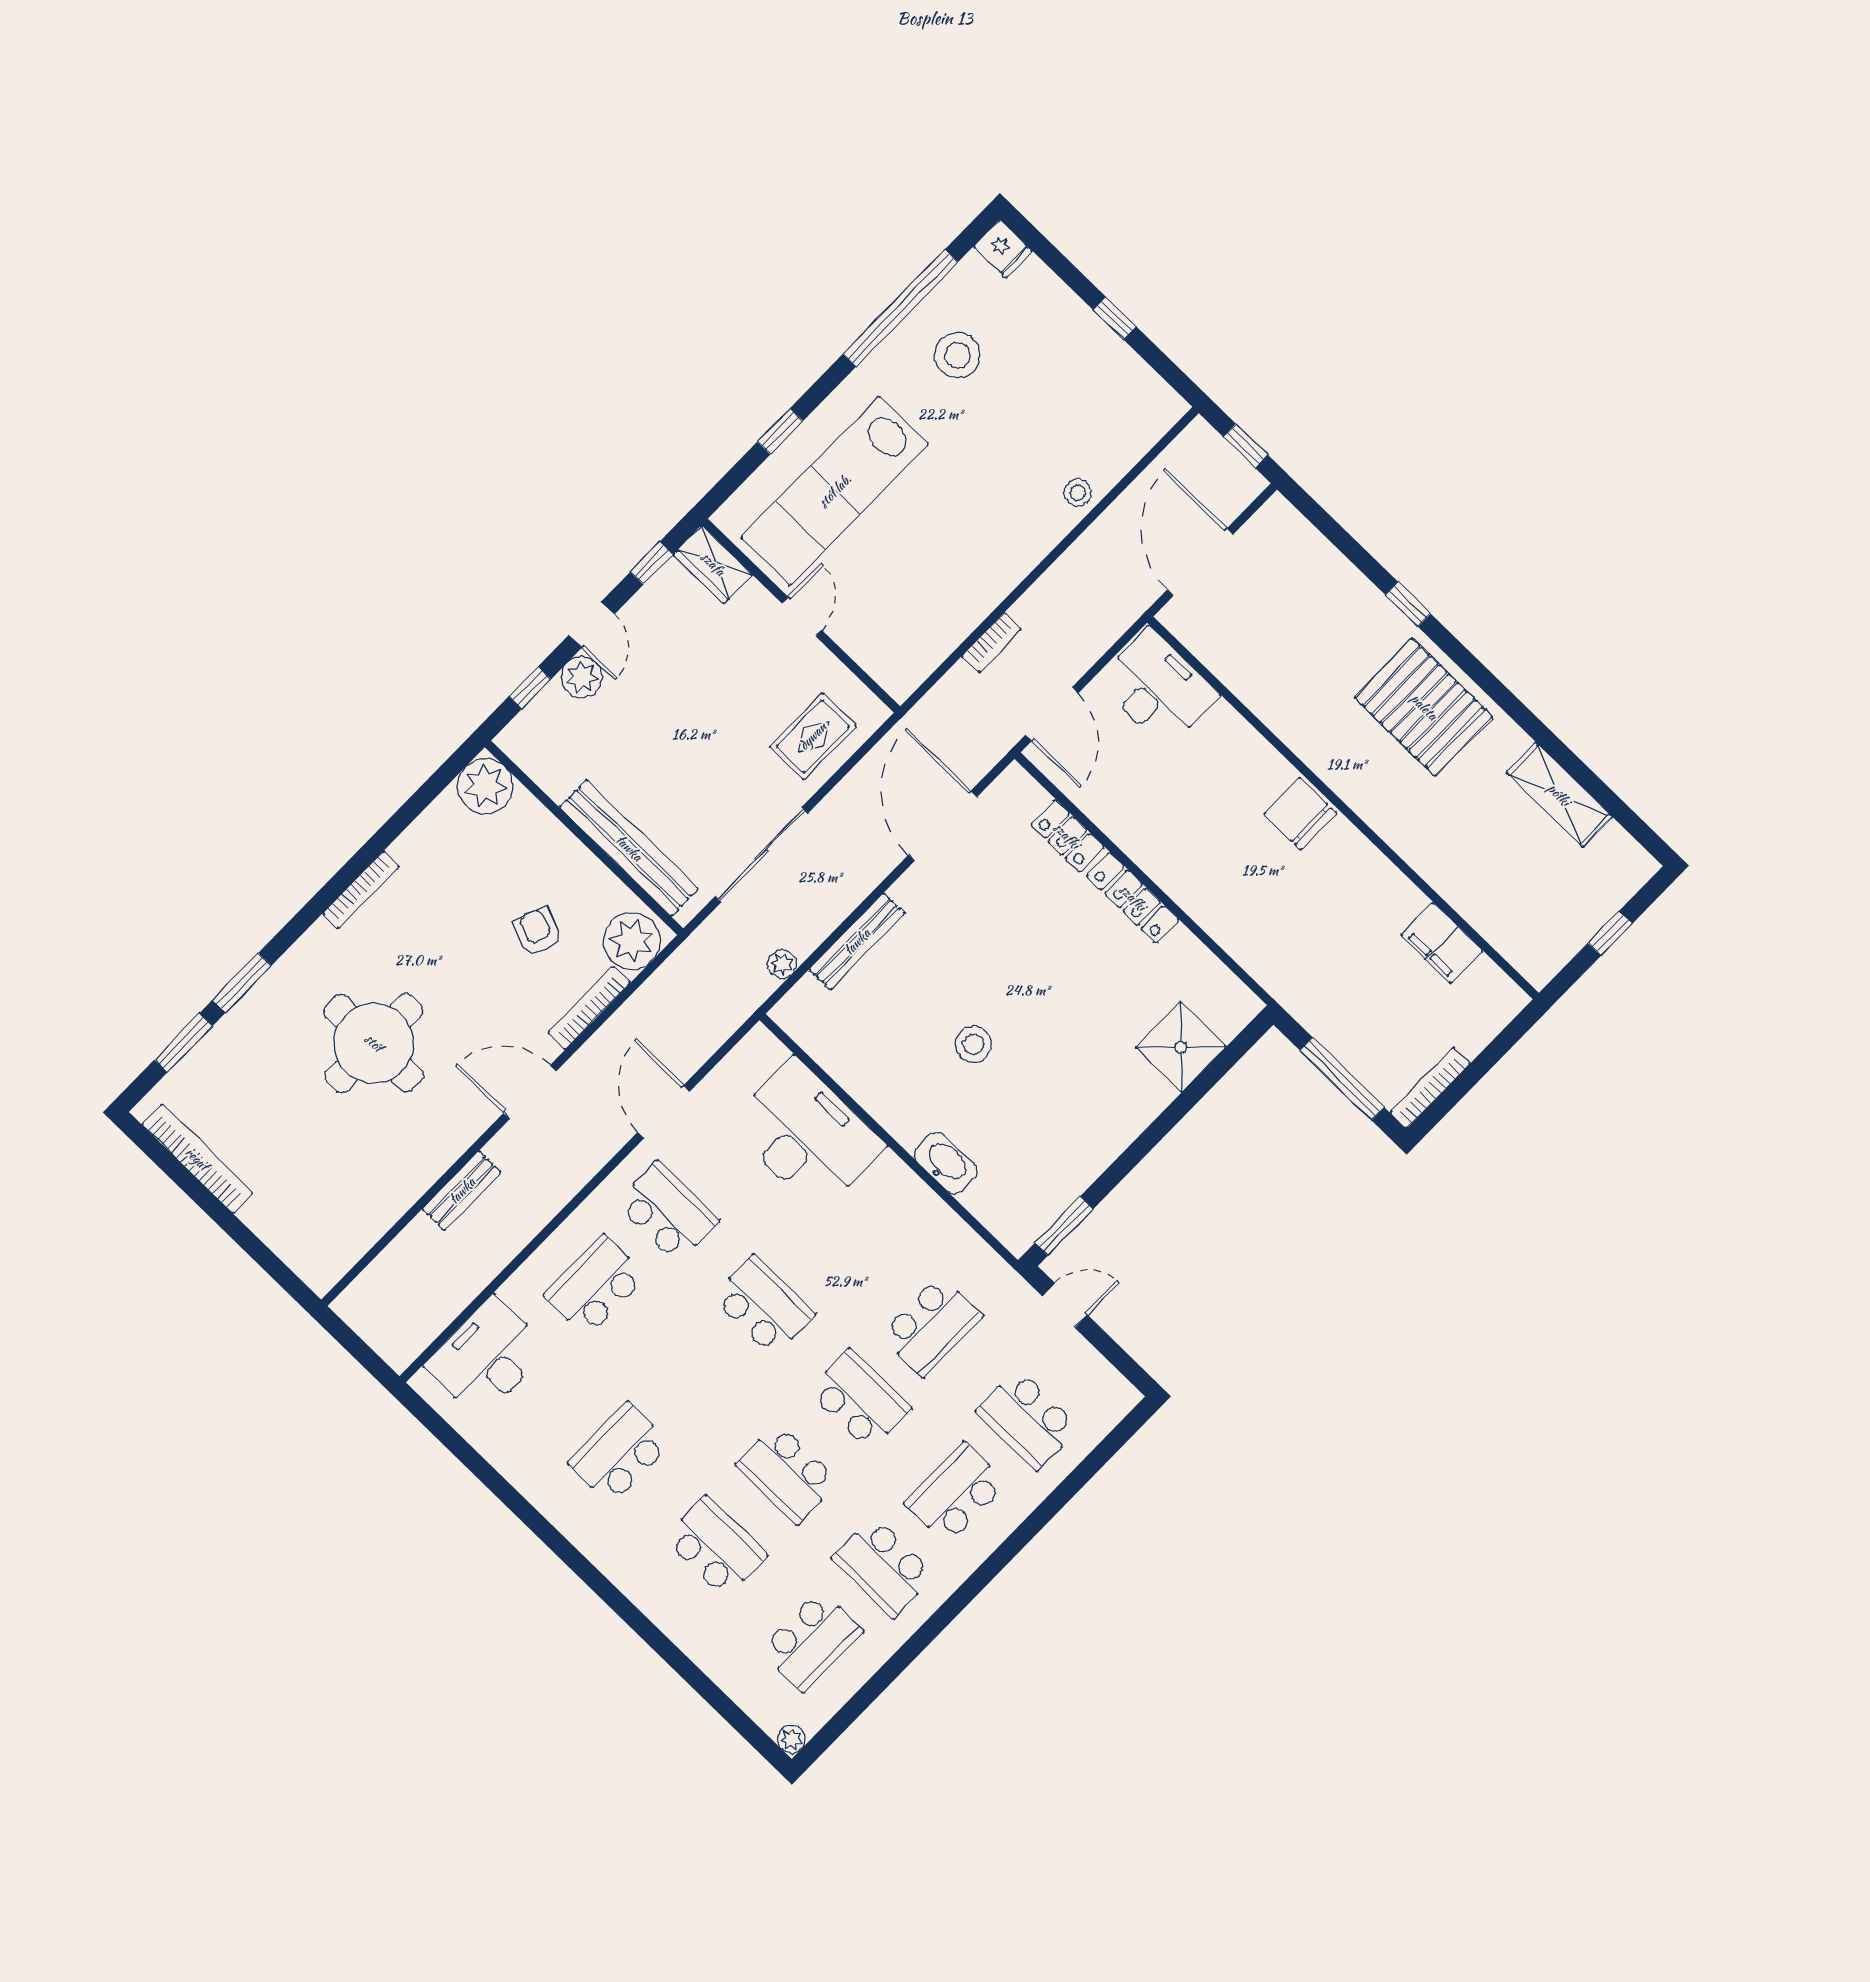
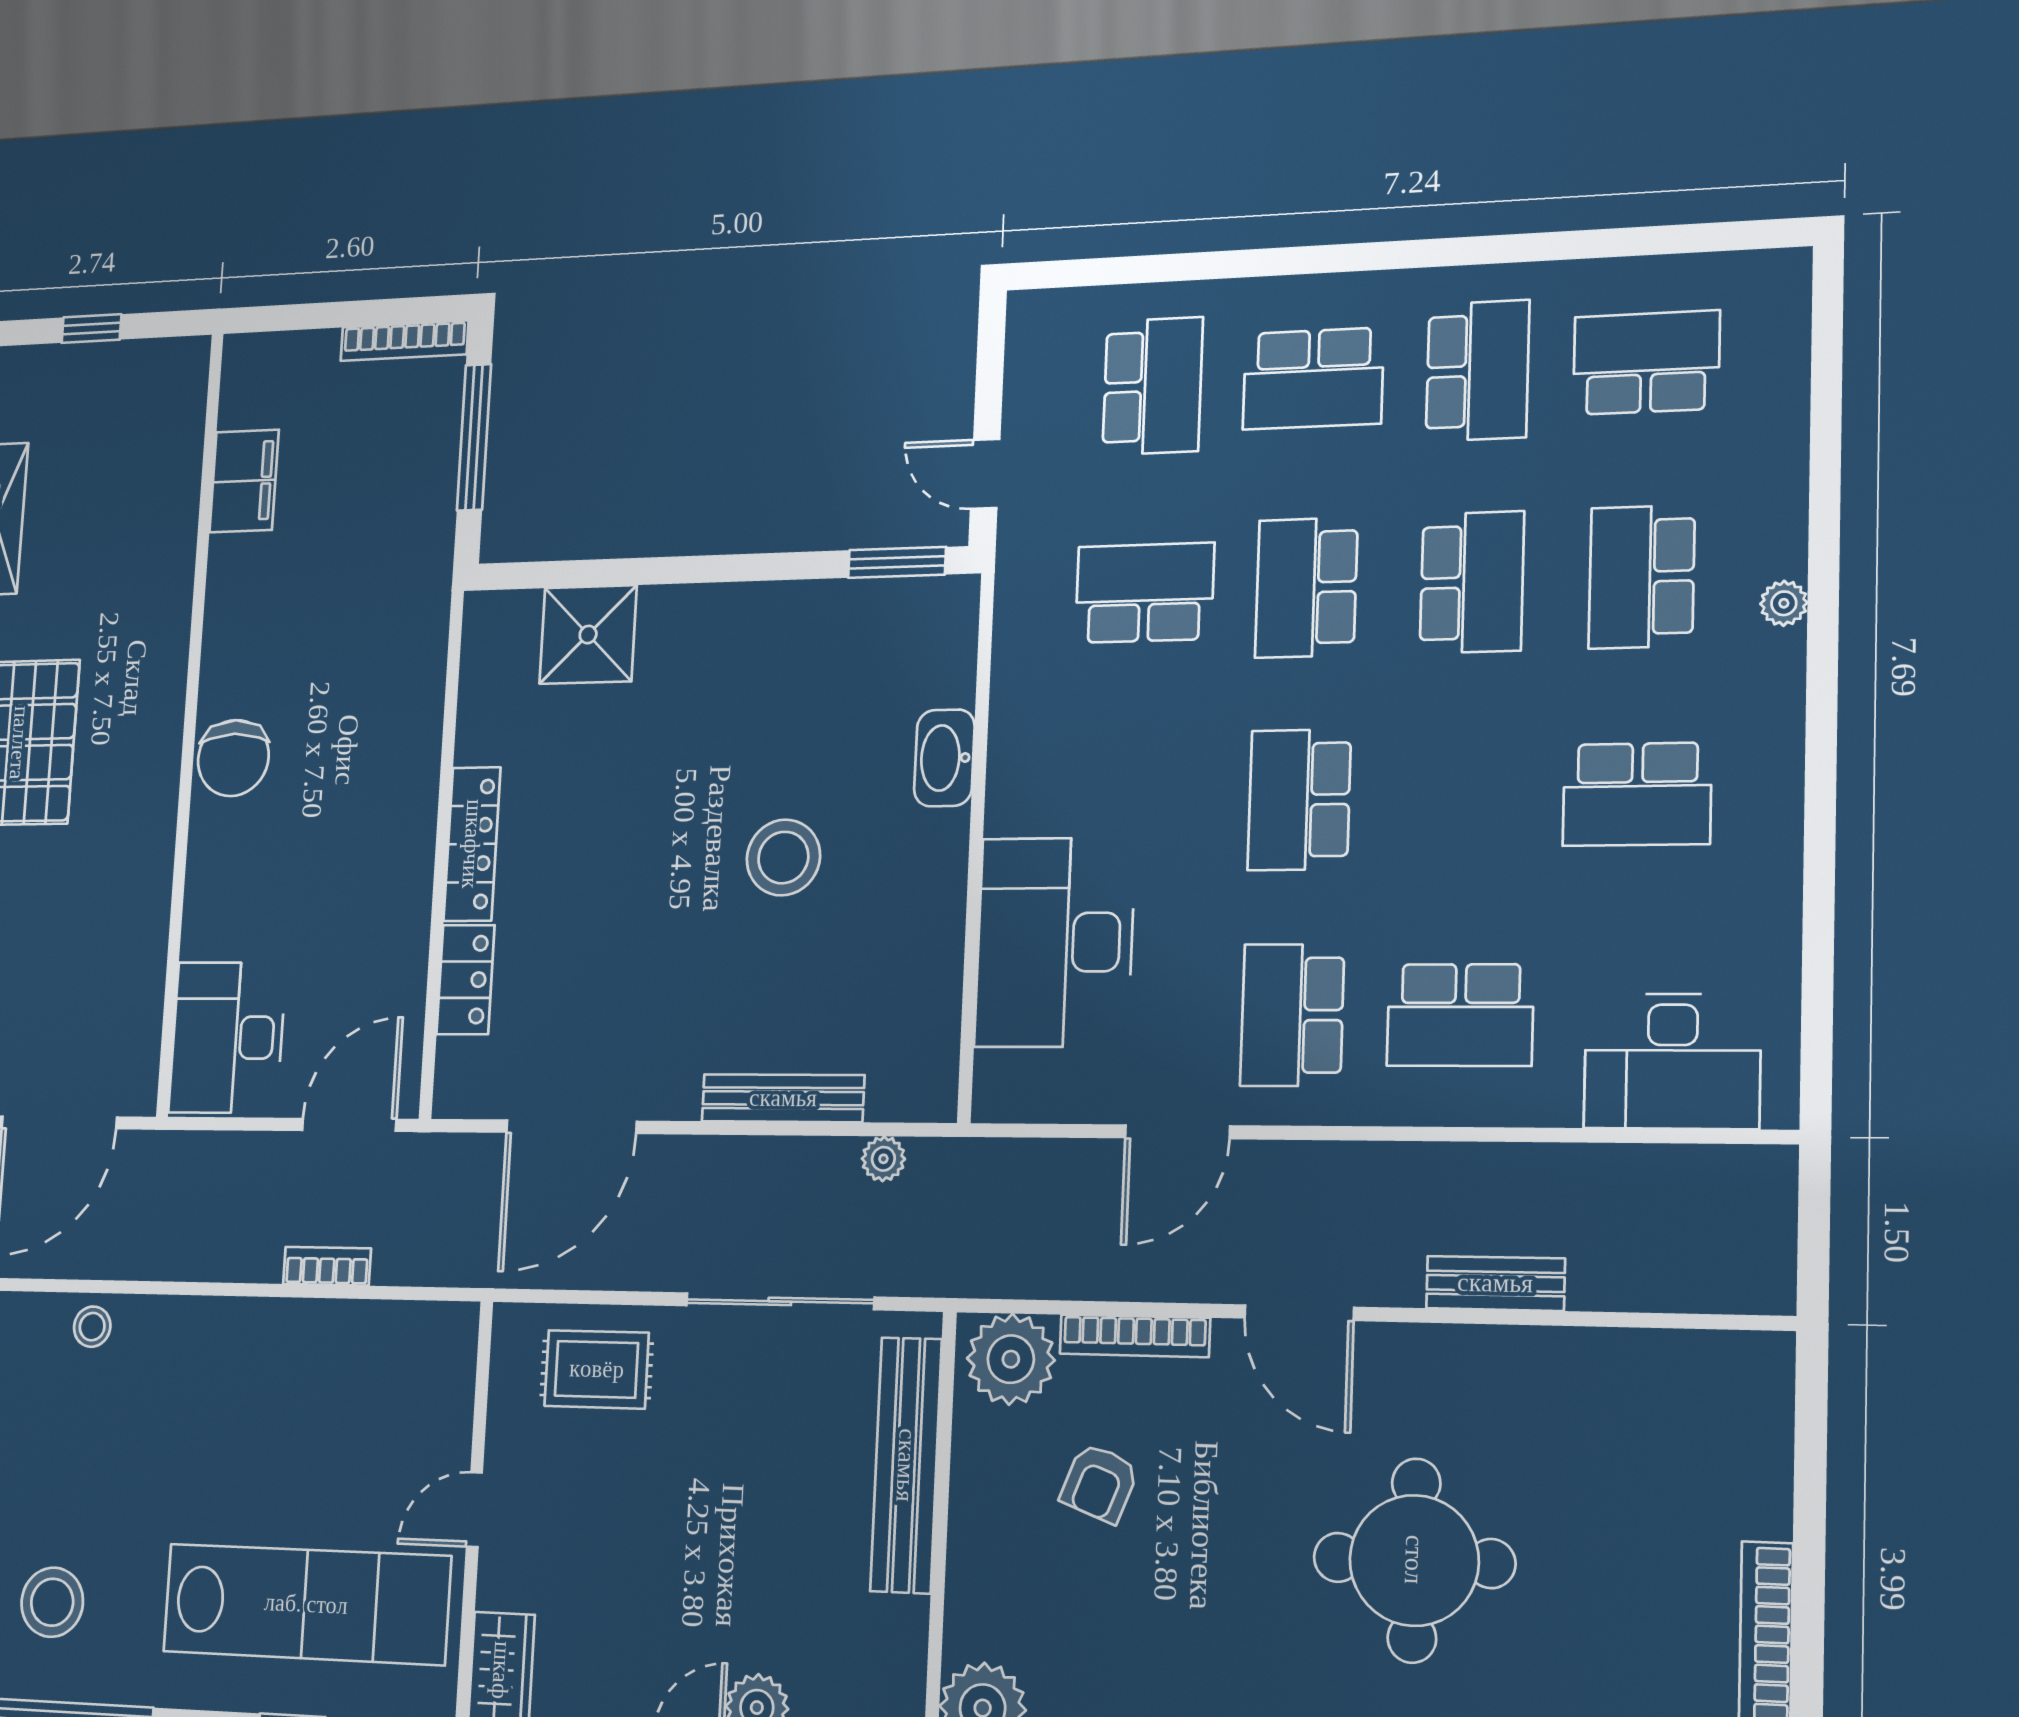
stool: (974, 1044) -> (783, 858), width x1.38, depth x1.38
plant: (791, 1739) -> (1784, 603), moved

